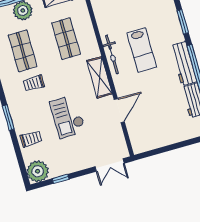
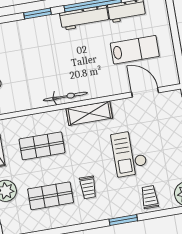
lab bench: (142, 50) -> (135, 50), moved
door: (119, 111) -> (145, 92), moved
checkout: (68, 117) -> (129, 153), turned 90

